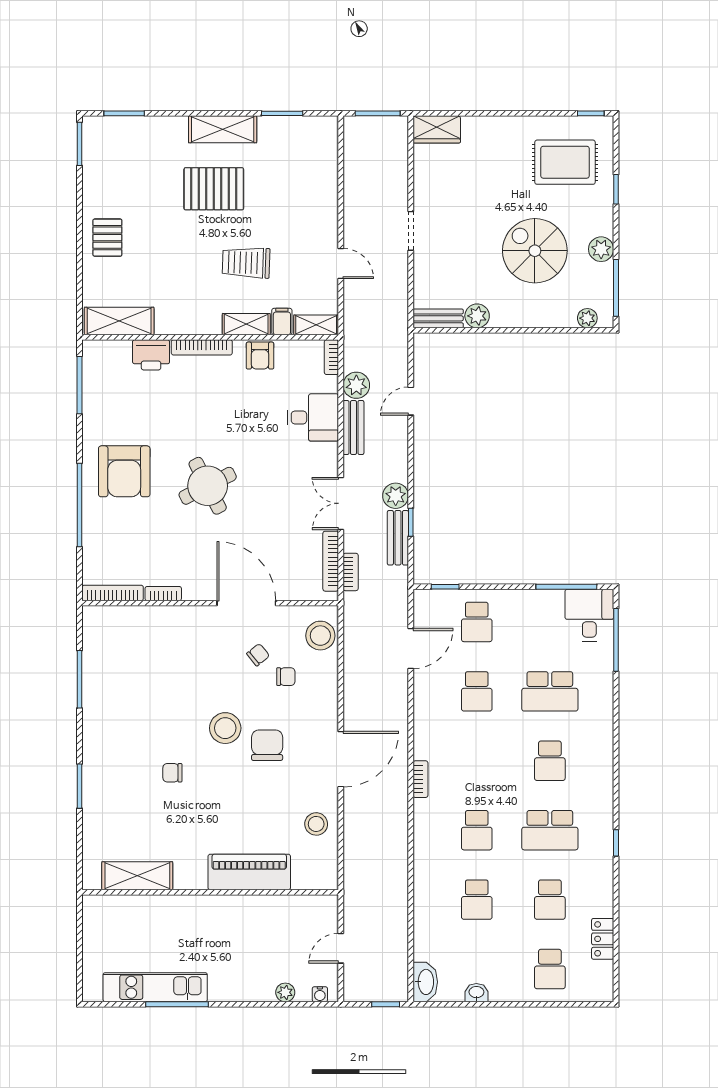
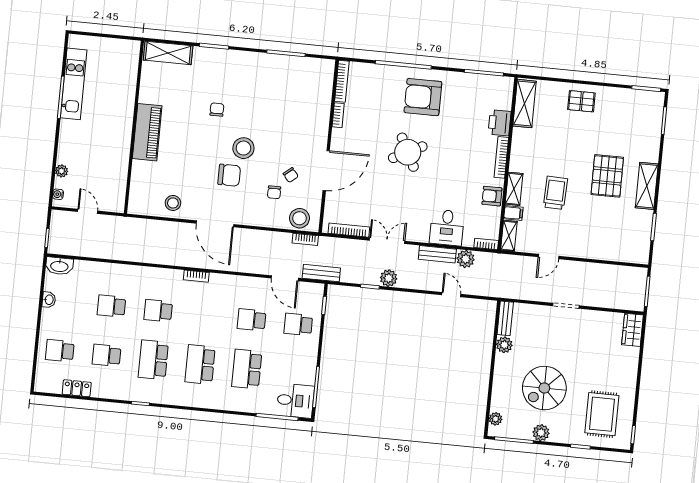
spiral stairs: (535, 251) -> (544, 388), turned 180
bench: (398, 538) -> (321, 273), moved
bookcase: (351, 572) -> (305, 239), moved
school desk: (550, 761) -> (200, 364), width x1.85
piano: (249, 872) -> (147, 132), moved
shelving: (137, 876) -> (168, 53), moved, turned 90

